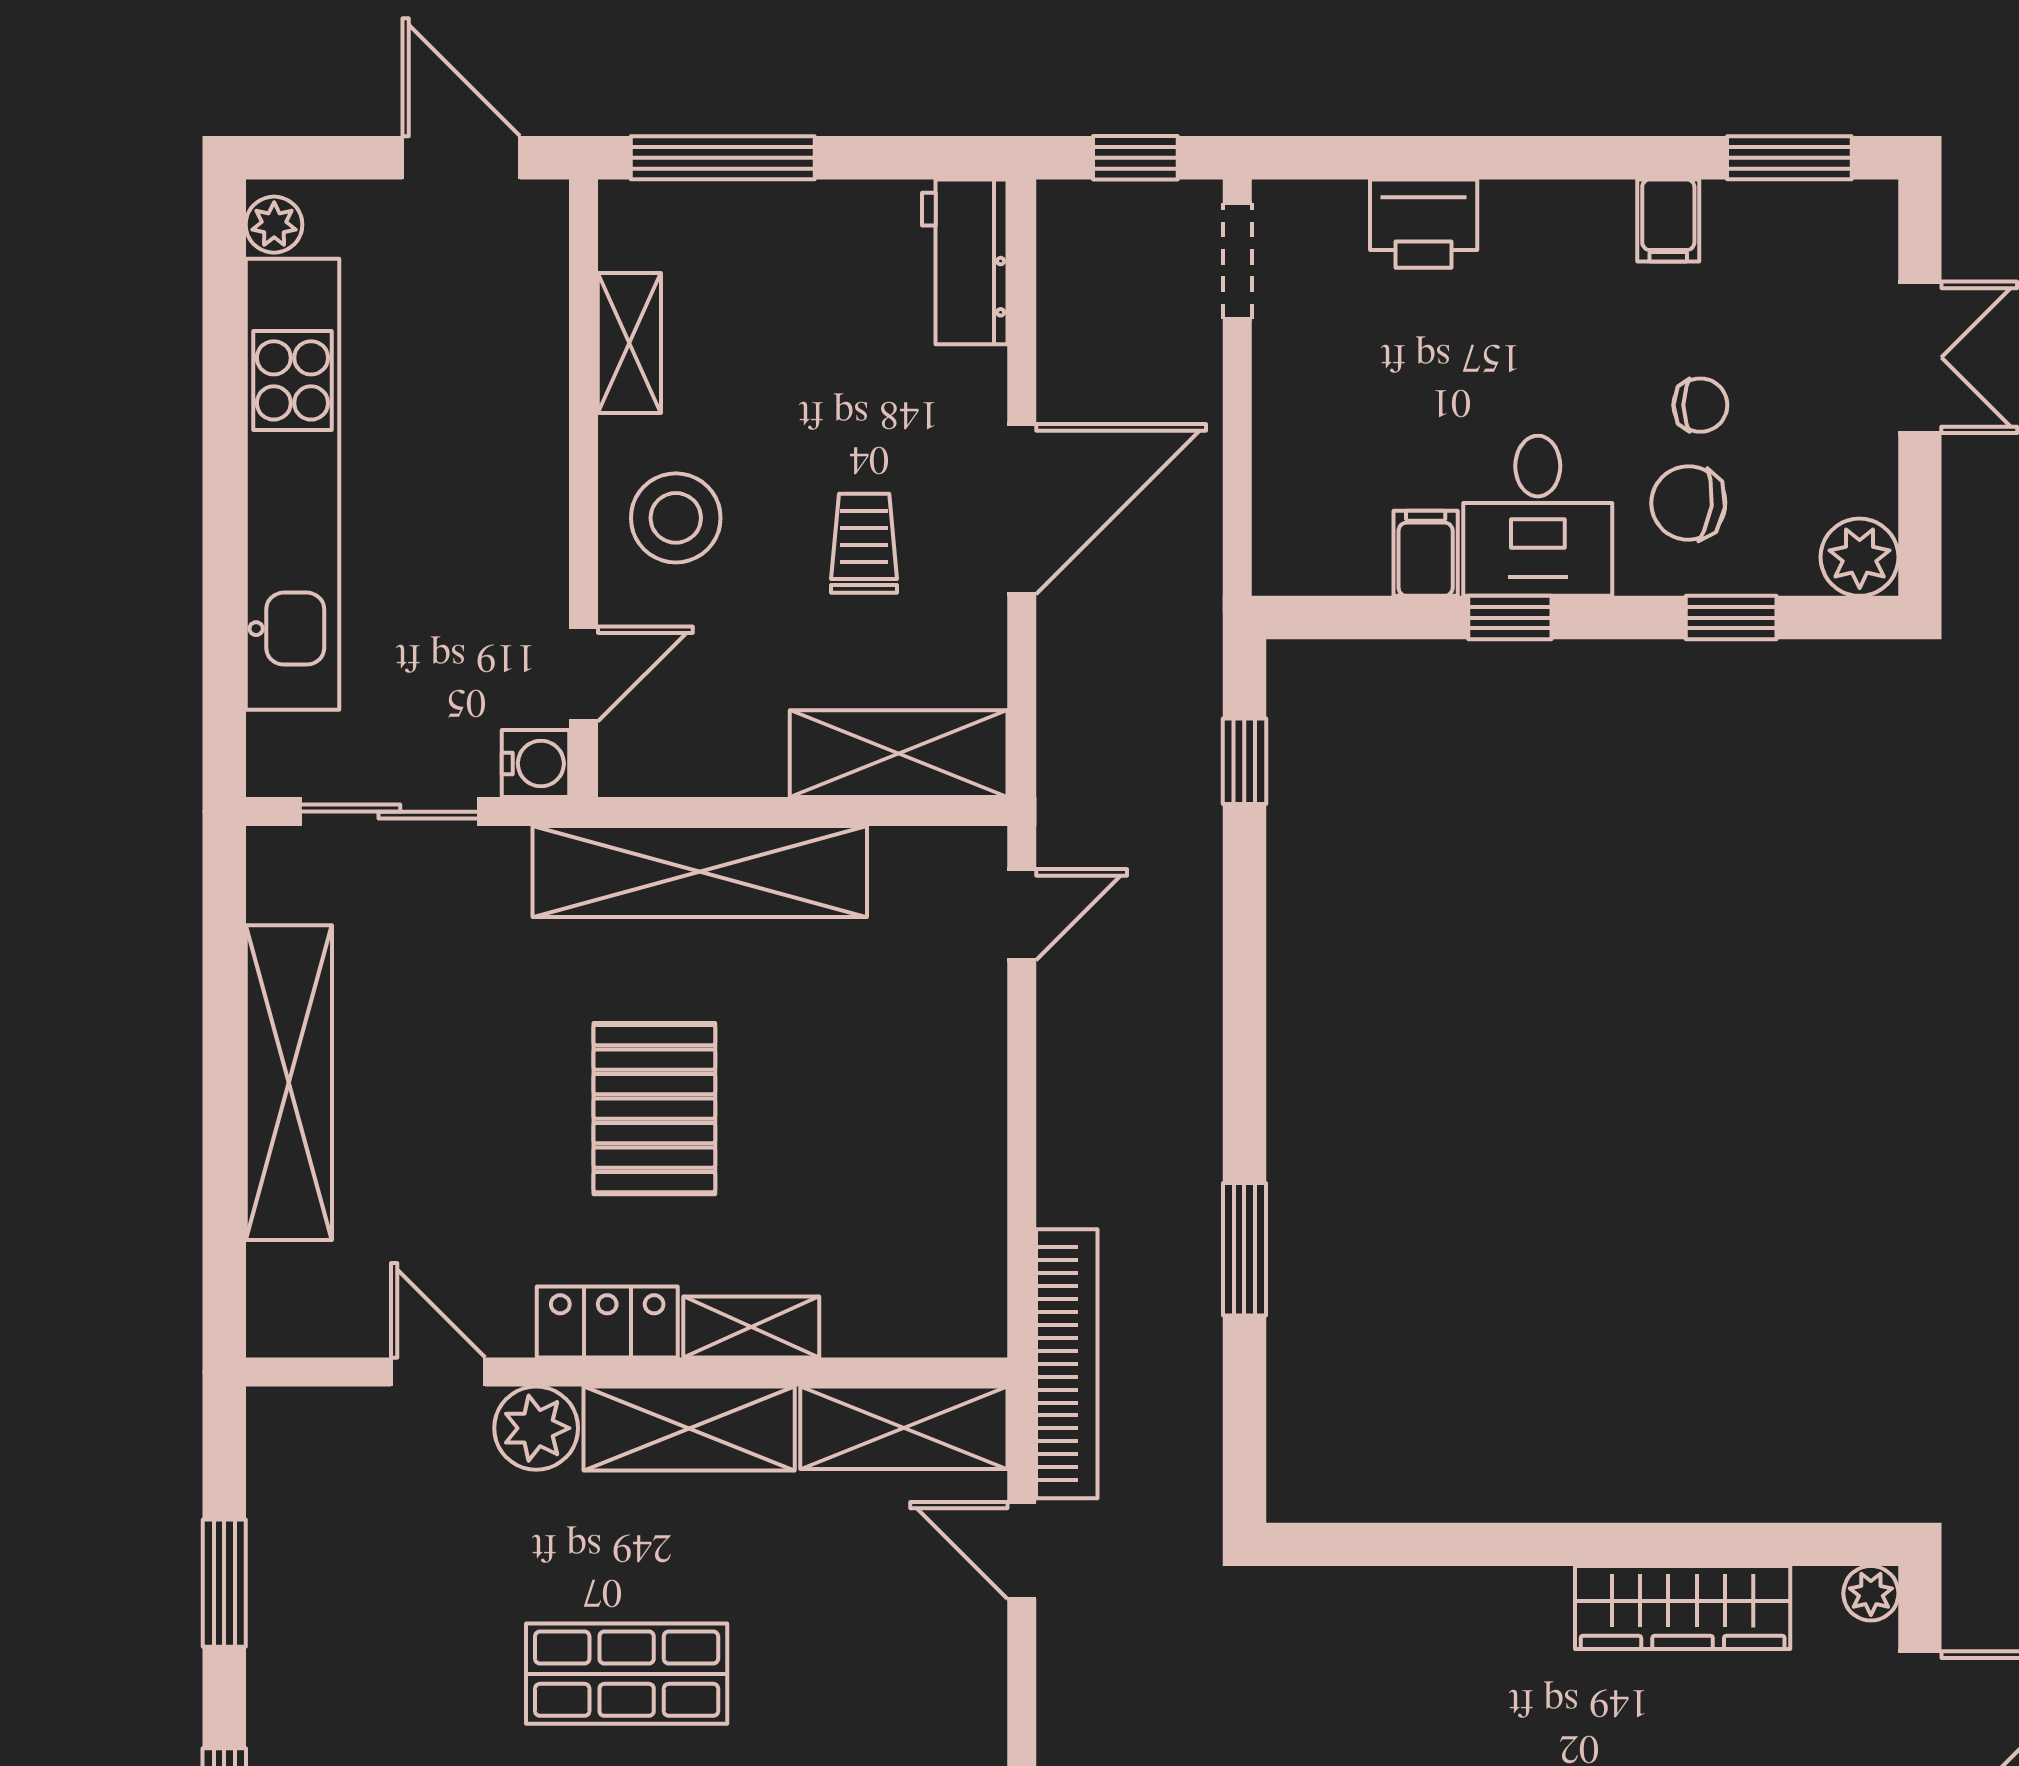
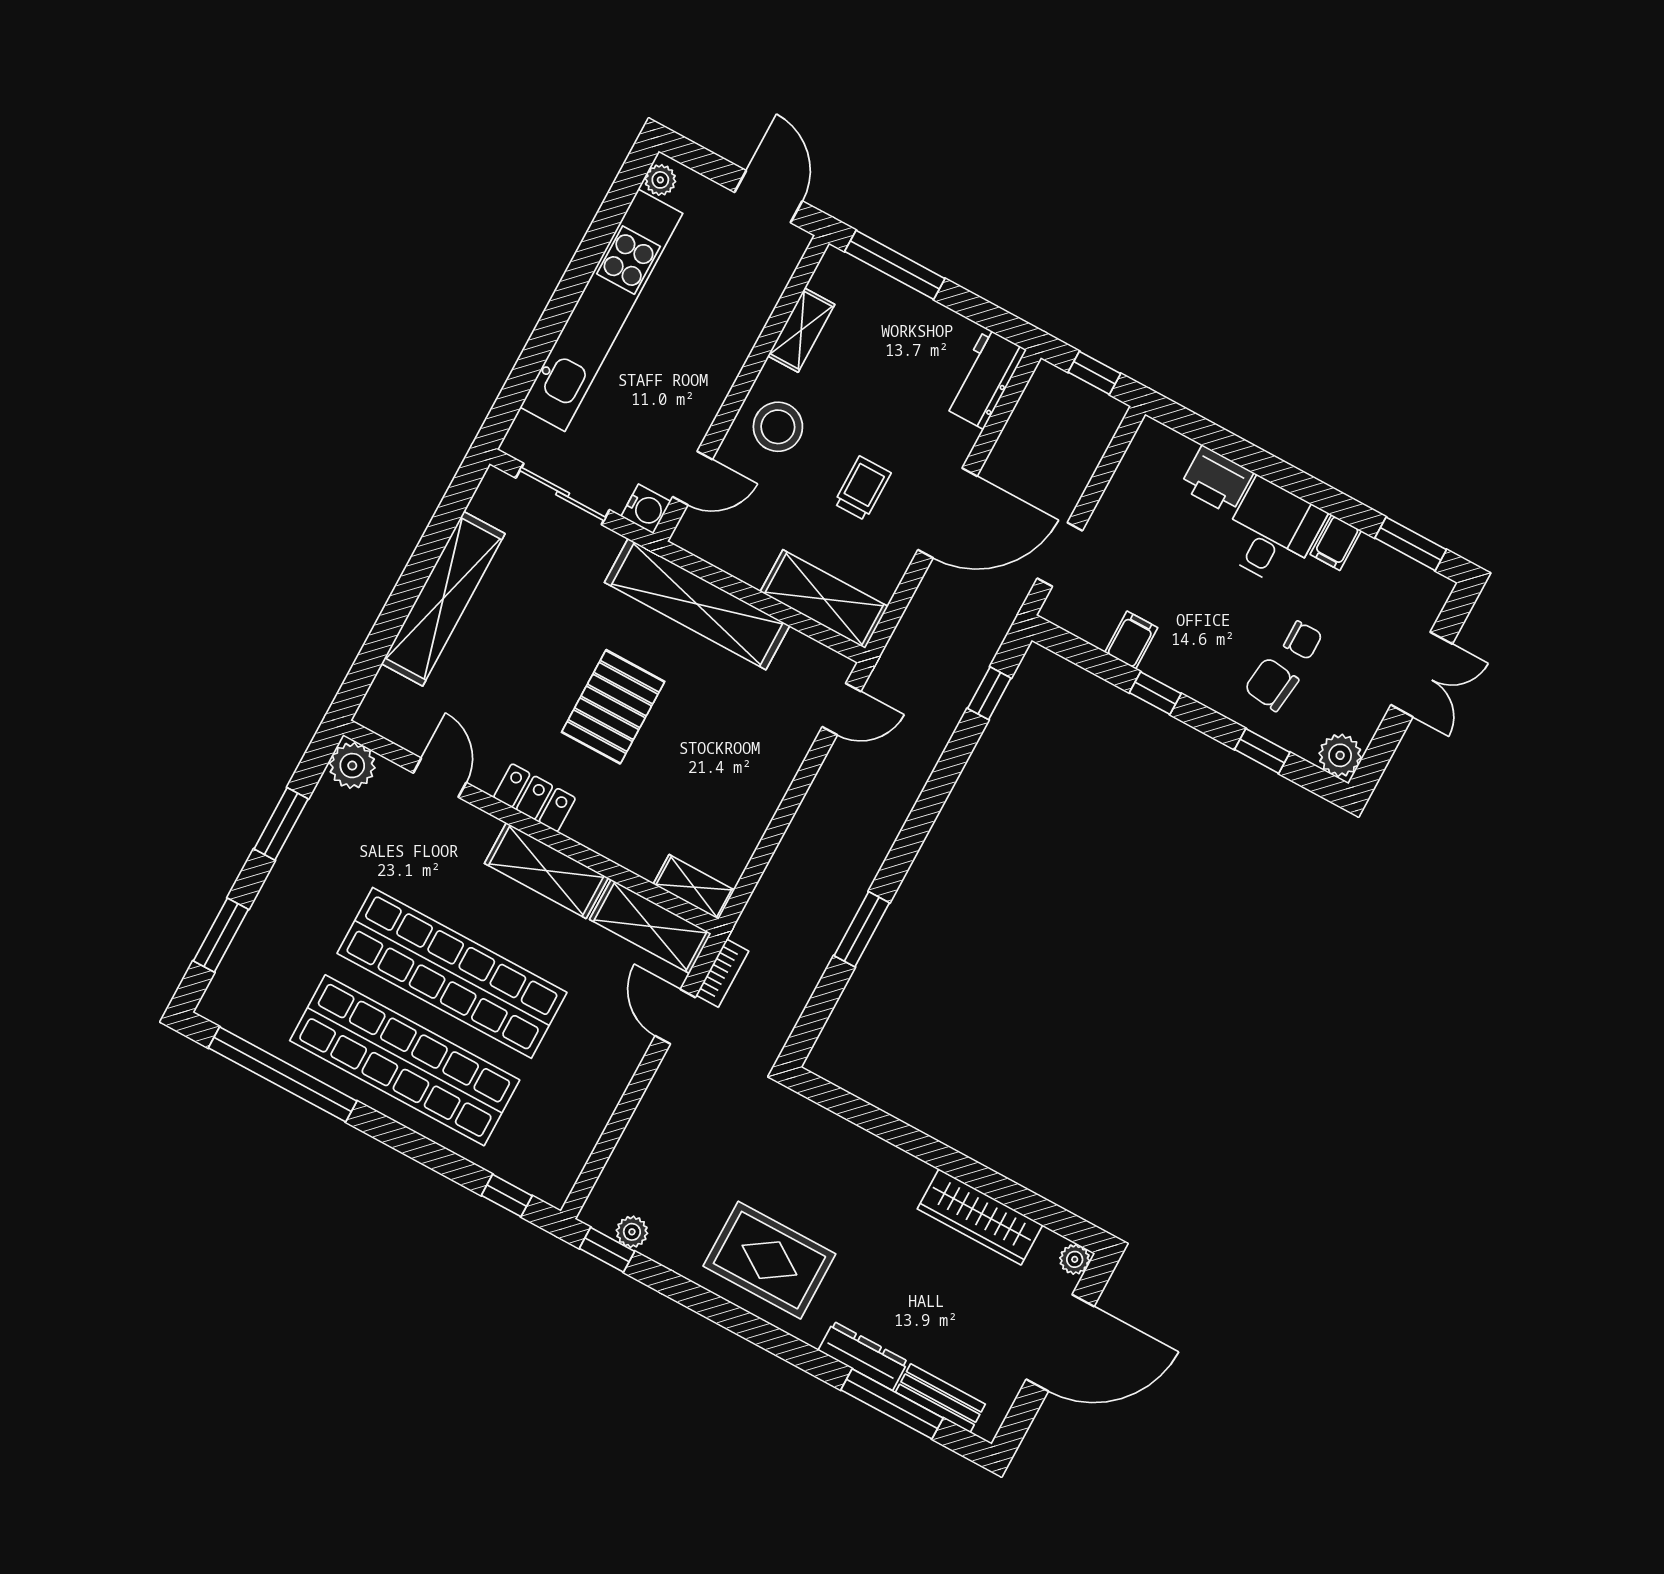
doorway: (1237, 261) -> (1060, 555), moved
desk: (1538, 516) -> (1272, 532), moved, turned 180
shelving: (751, 1327) -> (694, 887), moved
bookcase: (1067, 1364) -> (722, 973), width x0.43, depth x0.76
plant: (536, 1428) -> (352, 766), moved
shop shelf: (627, 1674) -> (452, 973), width x2.00, depth x1.36

